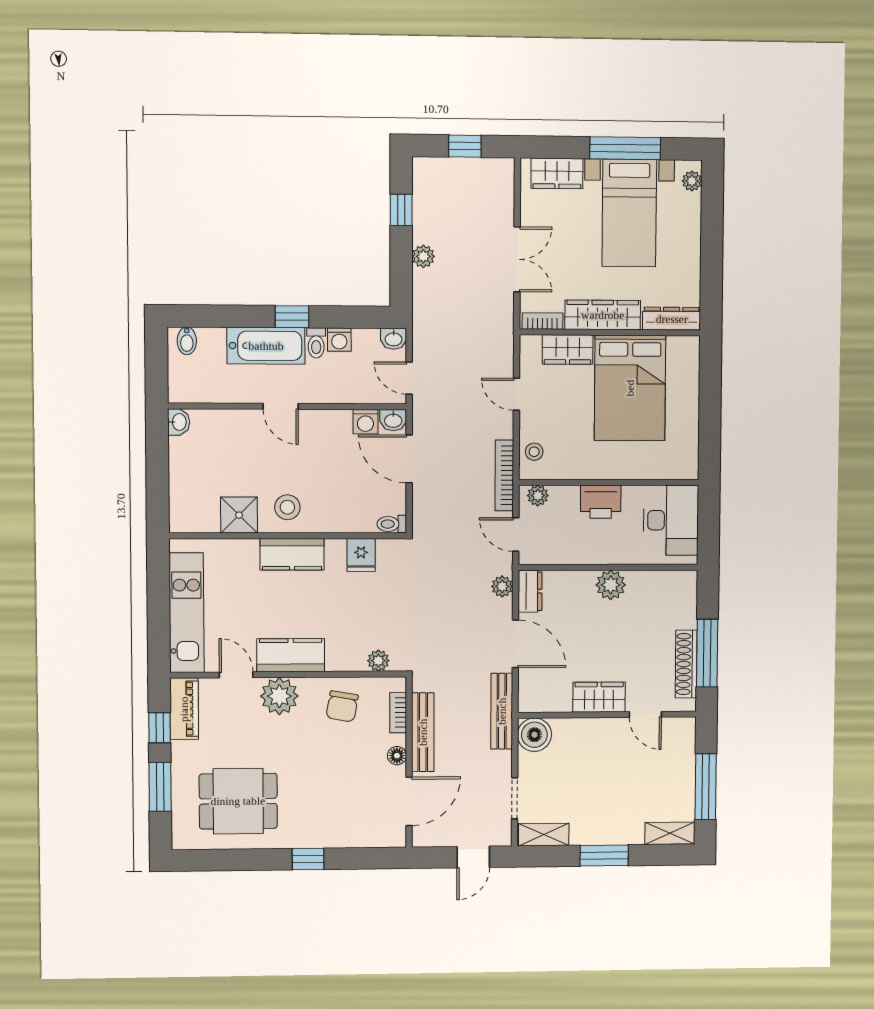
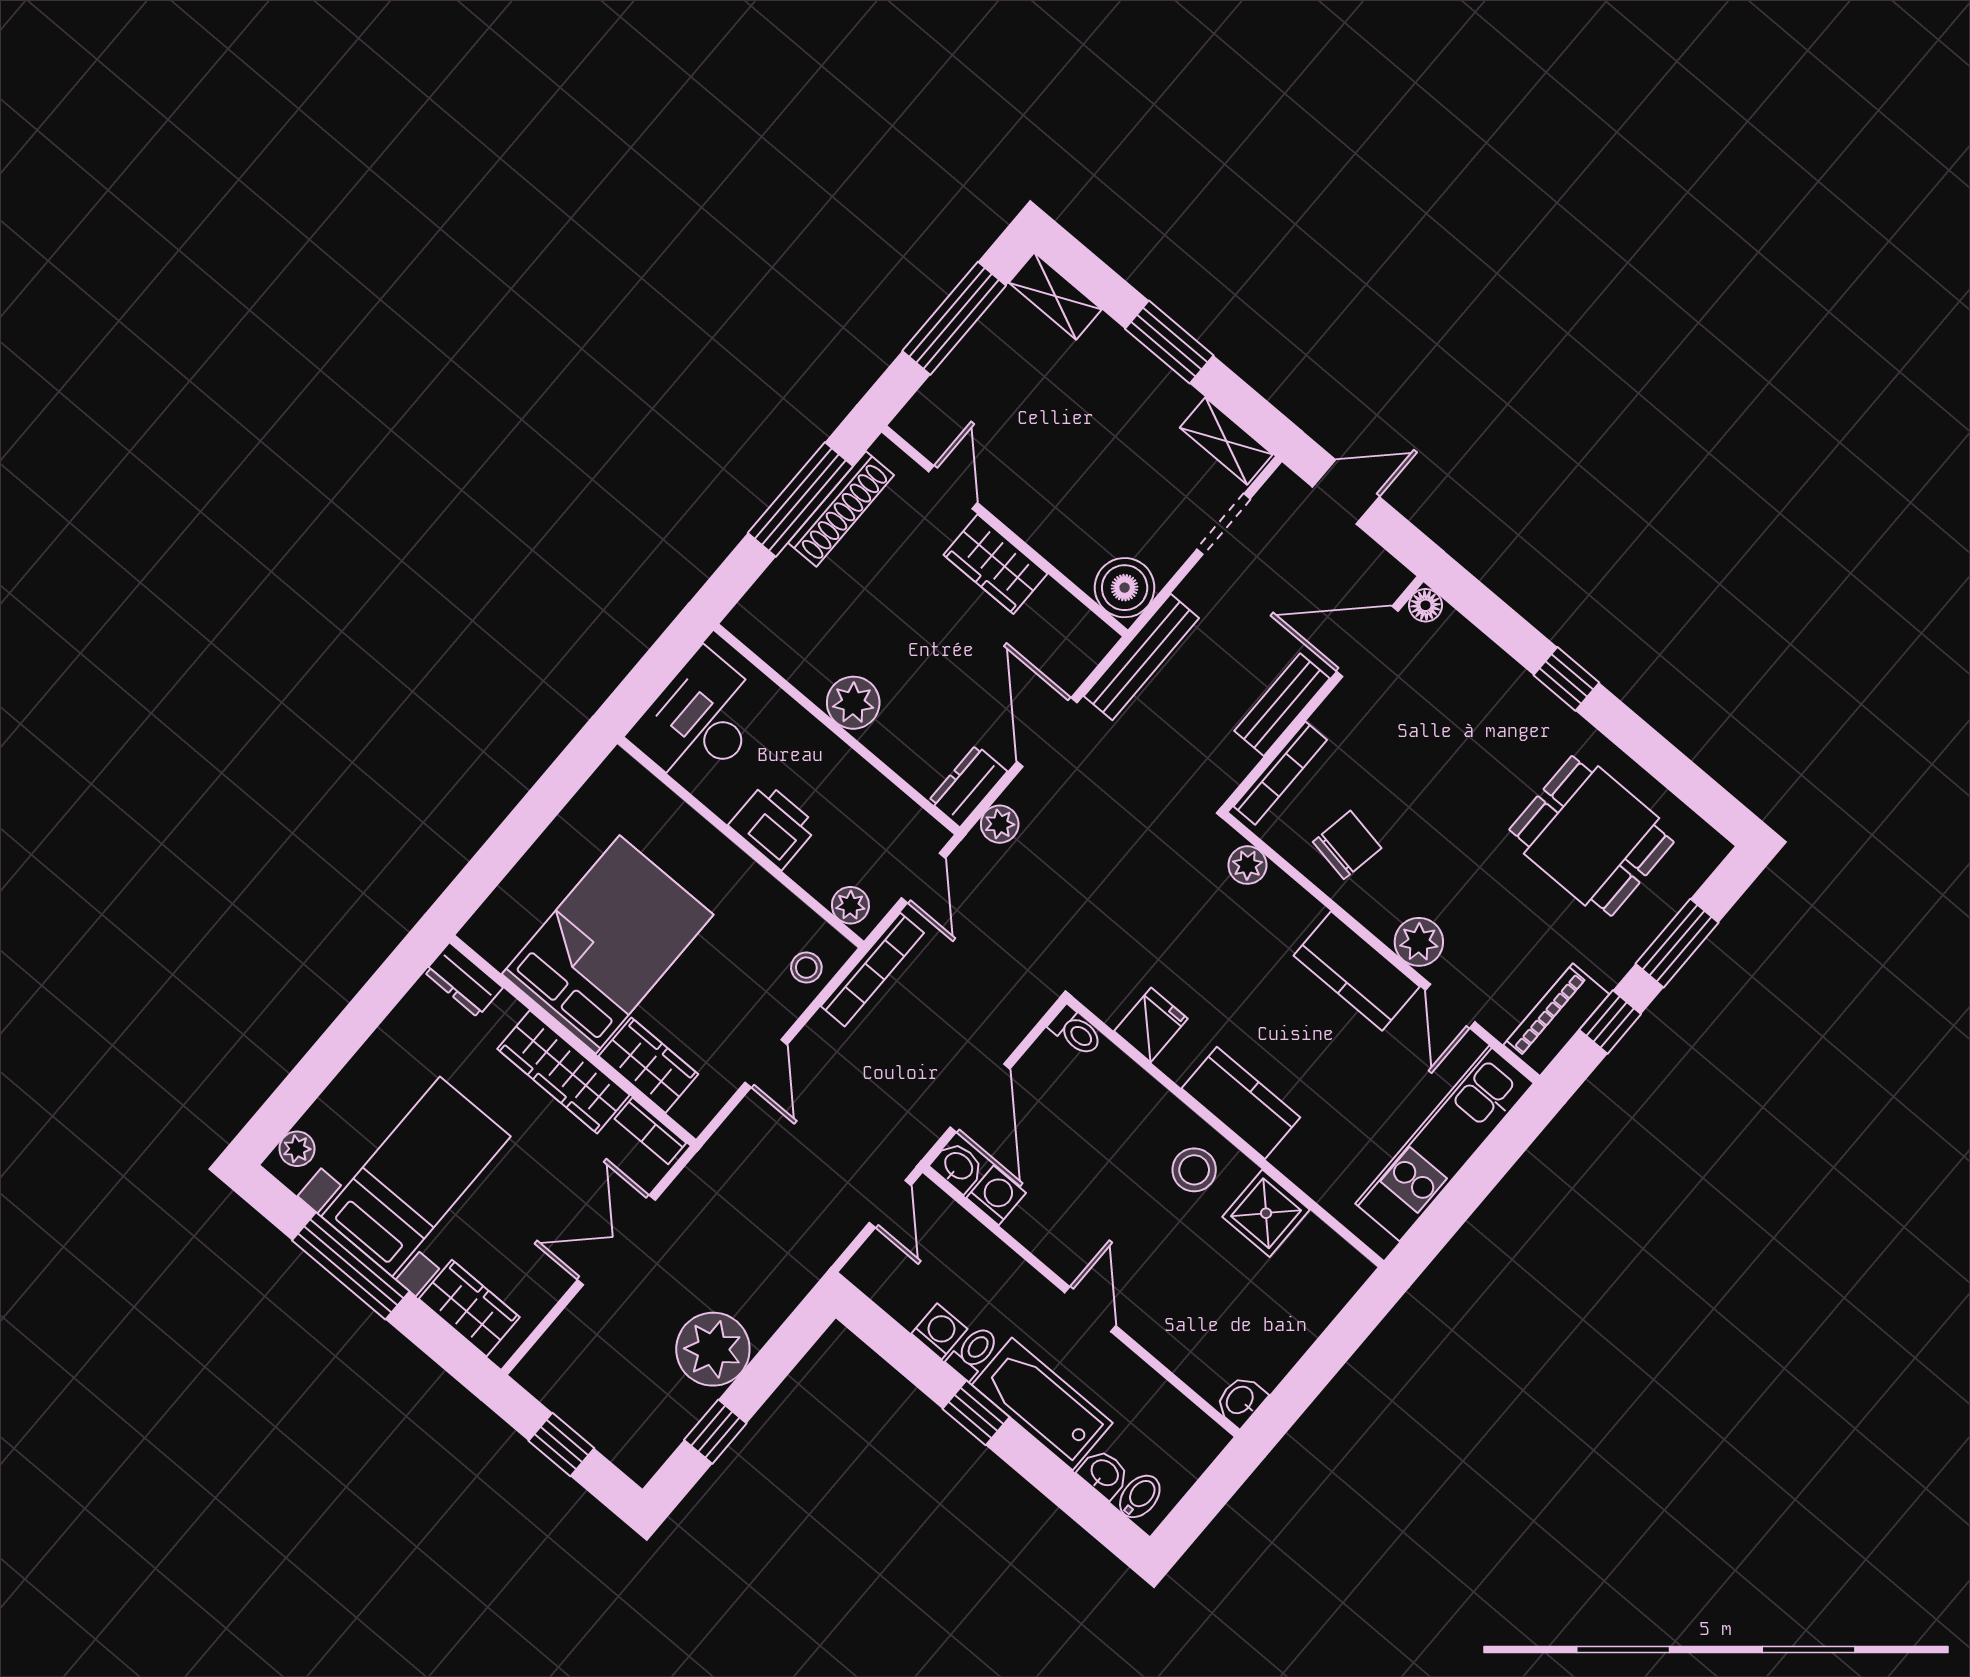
plant: (423, 256) -> (713, 1349), width x1.87, depth x1.87
dresser: (672, 319) -> (463, 980), width x0.70
washbasin: (394, 339) -> (1104, 1474), moved
plant: (279, 696) -> (1419, 942), width x0.73, depth x0.73
bookcase: (398, 713) -> (1280, 773), width x1.56
bench: (423, 732) -> (1282, 705), width x0.73
floor lamp: (397, 756) -> (1425, 605), moved

